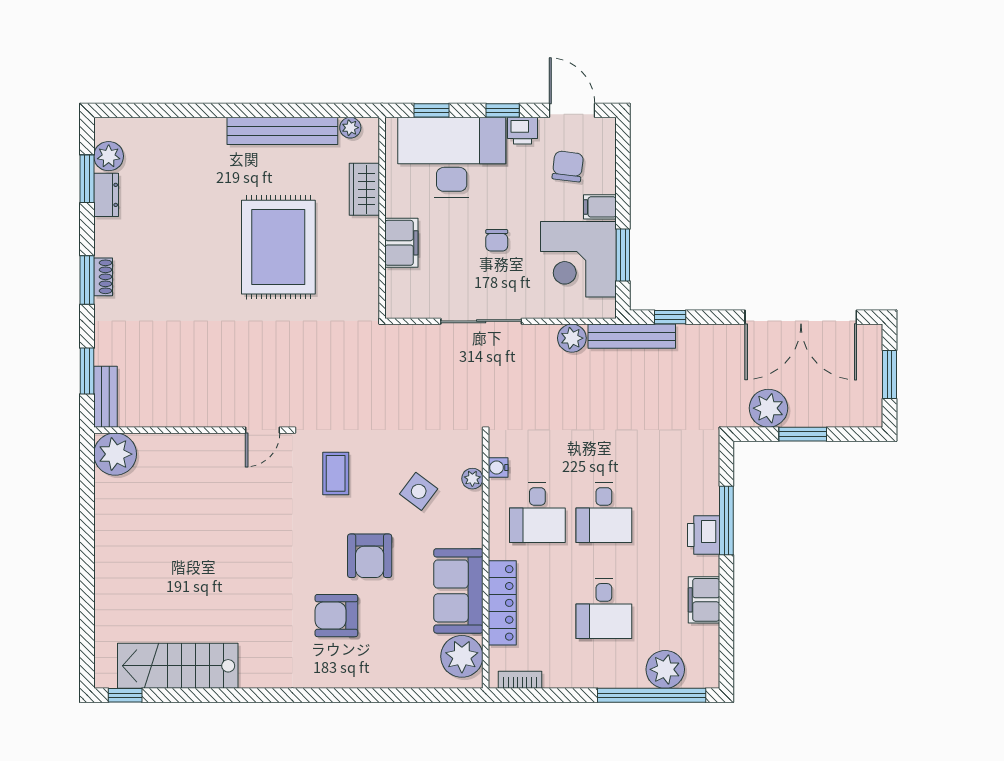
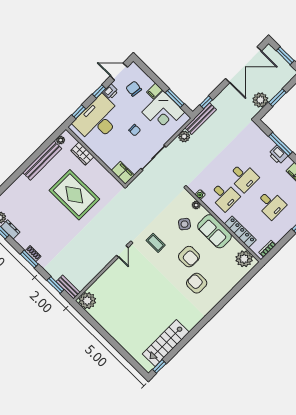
filing cabinet: (401, 243) -> (123, 173), moved
sofa: (458, 591) -> (214, 231), moved
armchair: (336, 616) -> (197, 283), turned 90

